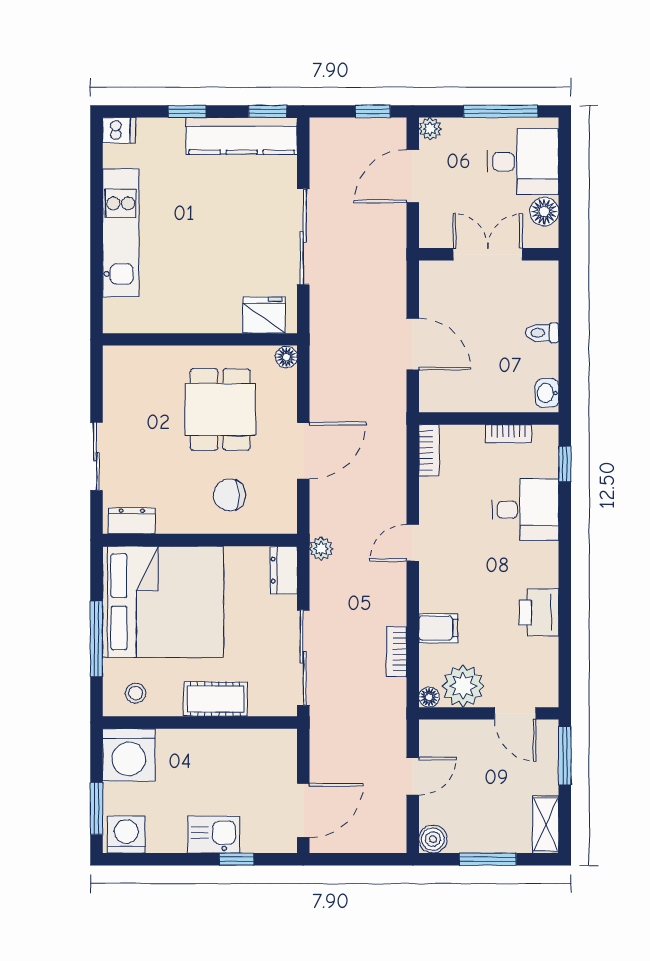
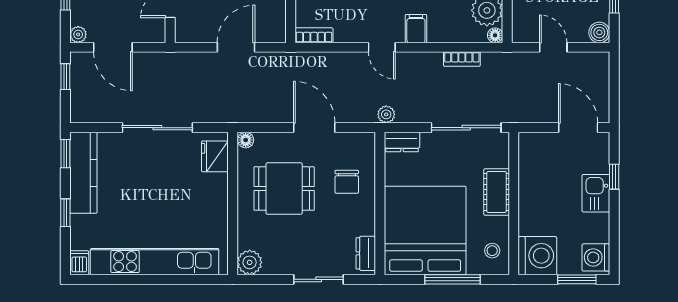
kitchen unit: (121, 233) -> (155, 262), width x1.36
plant: (120, 362) -> (250, 262), added
filing cabinet: (438, 628) -> (416, 29), moved

